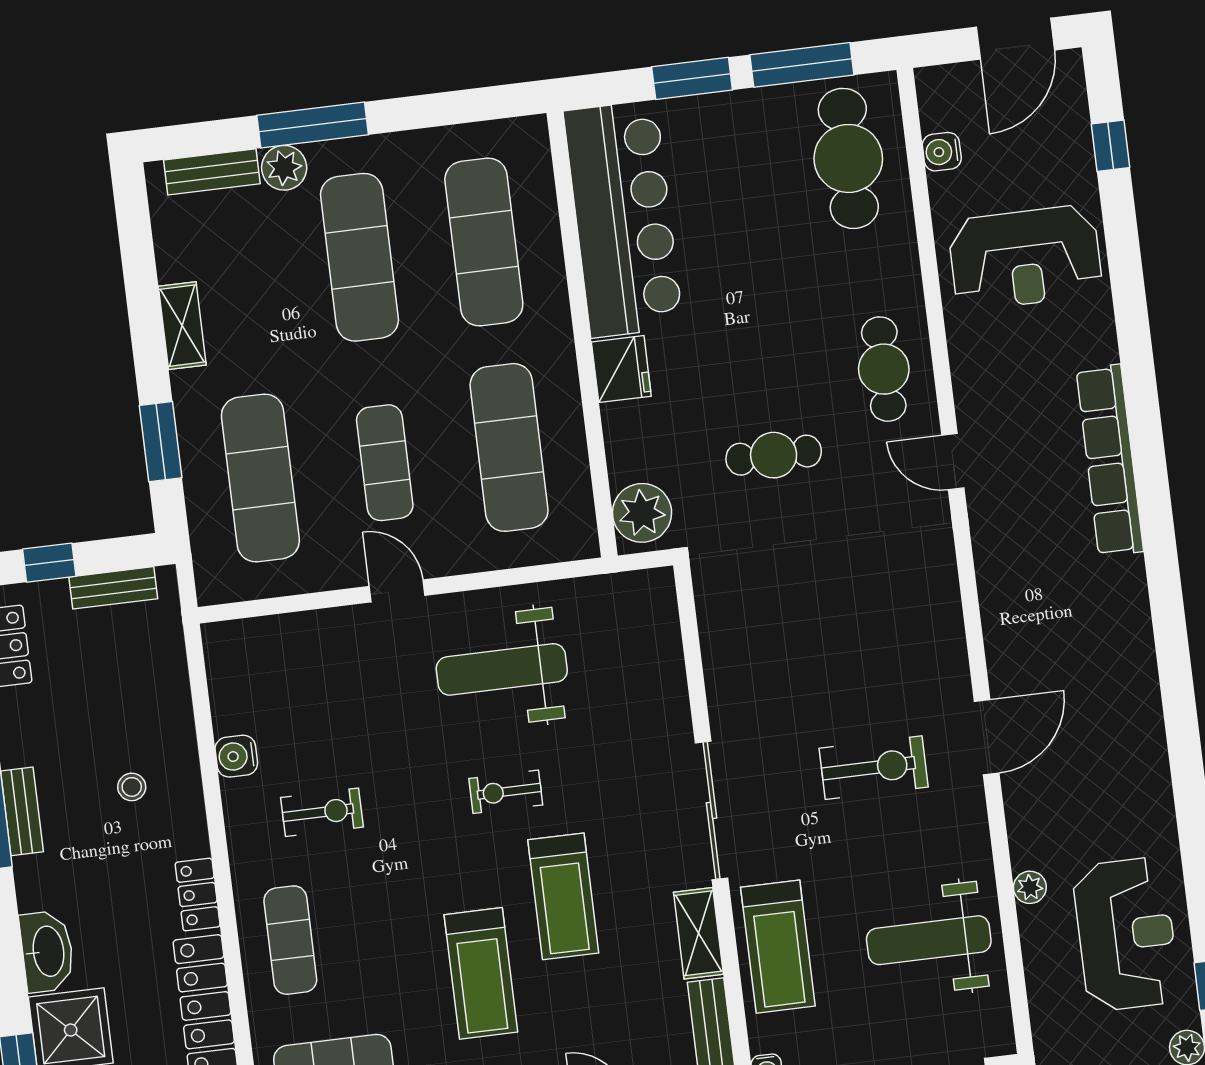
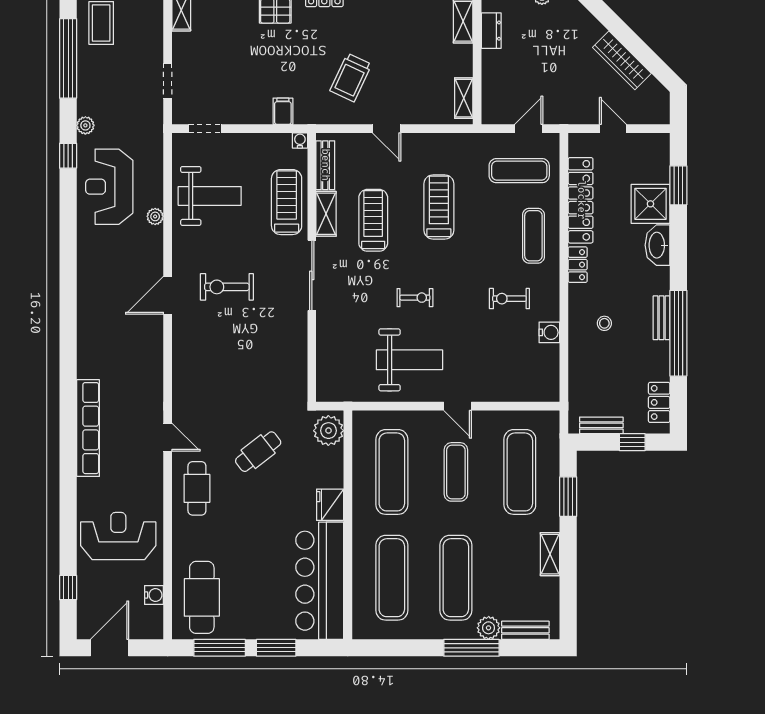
cafe table: (774, 455) -> (258, 452), turned -38
treadmill: (563, 896) -> (373, 220), moved

